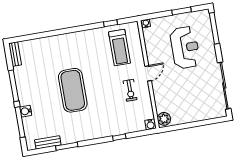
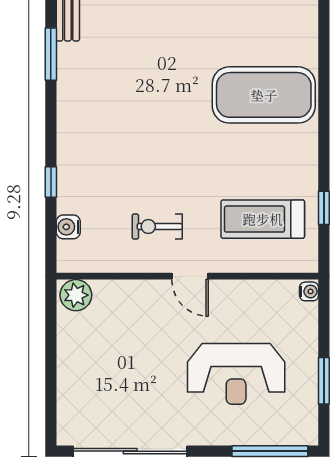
exercise mat: (73, 90) -> (264, 95), moved
water cooler: (150, 124) -> (68, 227), moved

